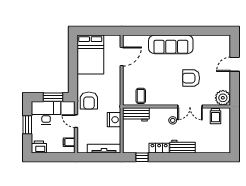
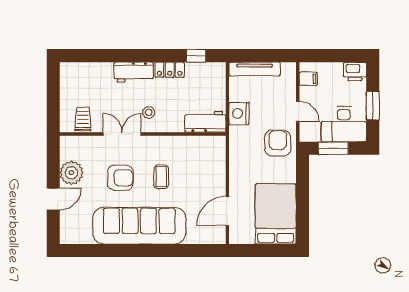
sofa: (171, 44) -> (139, 226), width x1.36, depth x1.27
coffee table: (141, 96) -> (161, 177), moved
plant: (223, 98) -> (71, 173), moved

